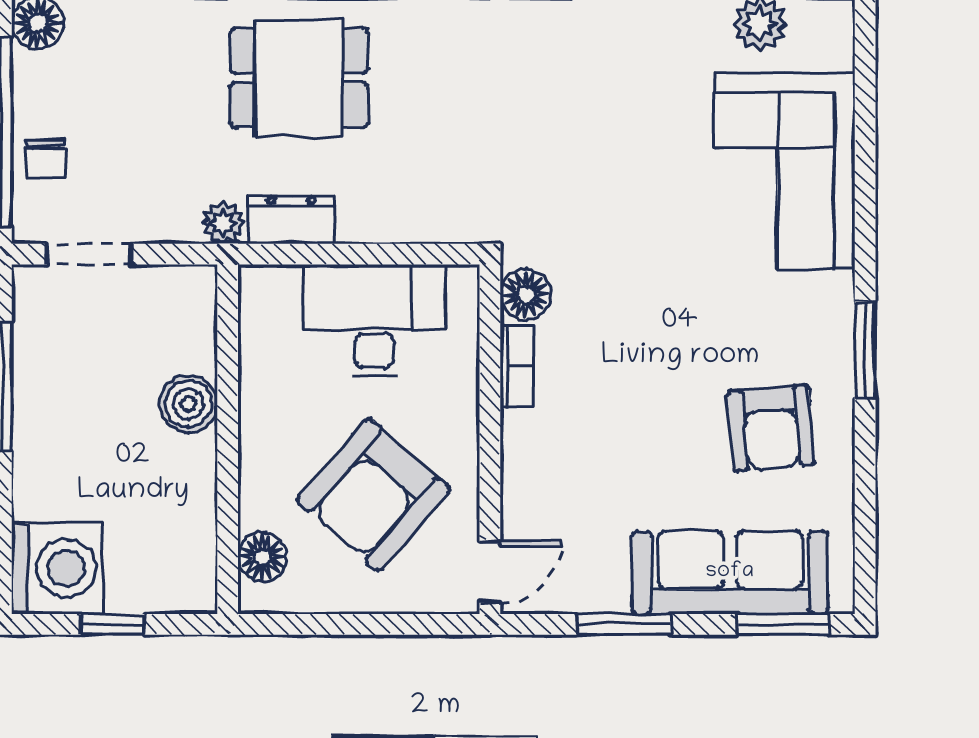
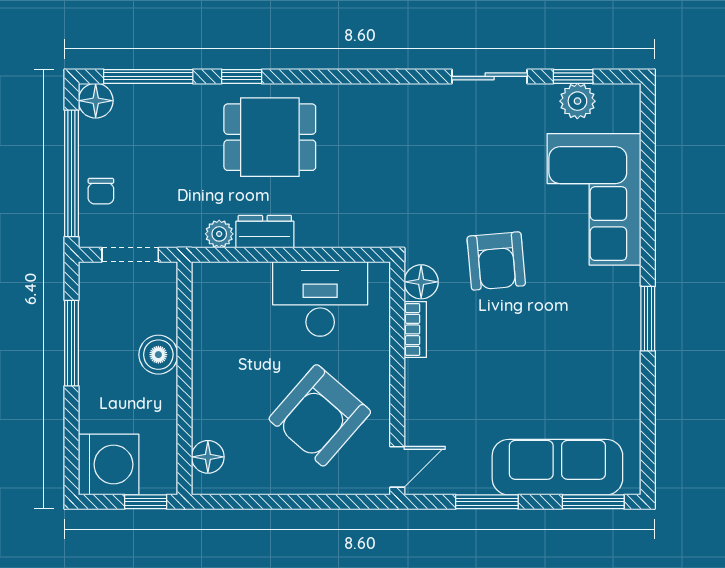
boiler: (188, 404) -> (158, 355), moved
armchair: (771, 428) -> (496, 261), moved
wall: (228, 439) -> (185, 378), moved
floor lamp: (262, 557) -> (208, 457), moved

